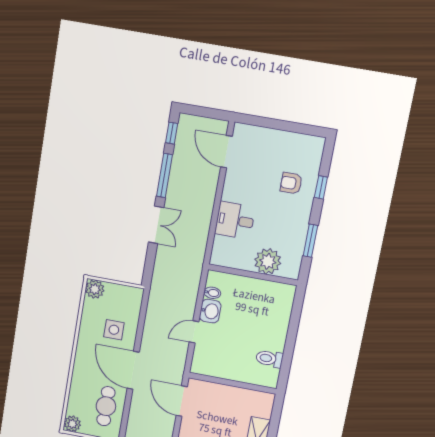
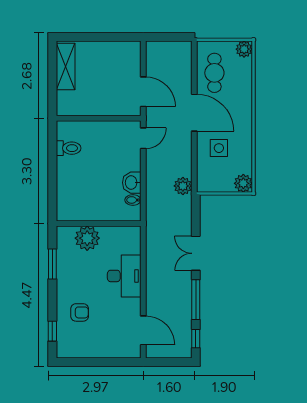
window: (321, 187) -> (52, 331), moved
desk: (235, 220) -> (124, 276), width x1.37
plant: (158, 298) -> (183, 186), added
door: (194, 332) -> (143, 138), moved

